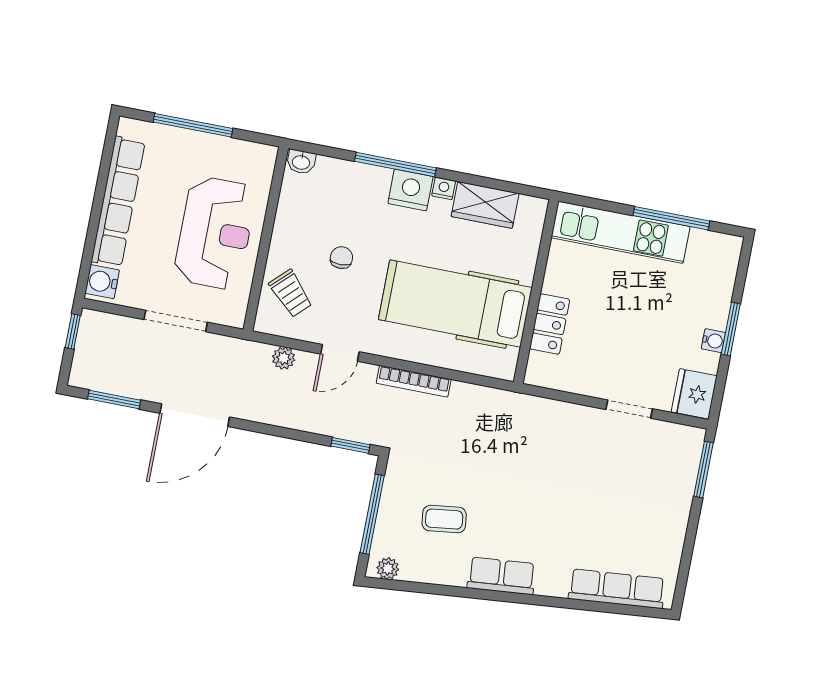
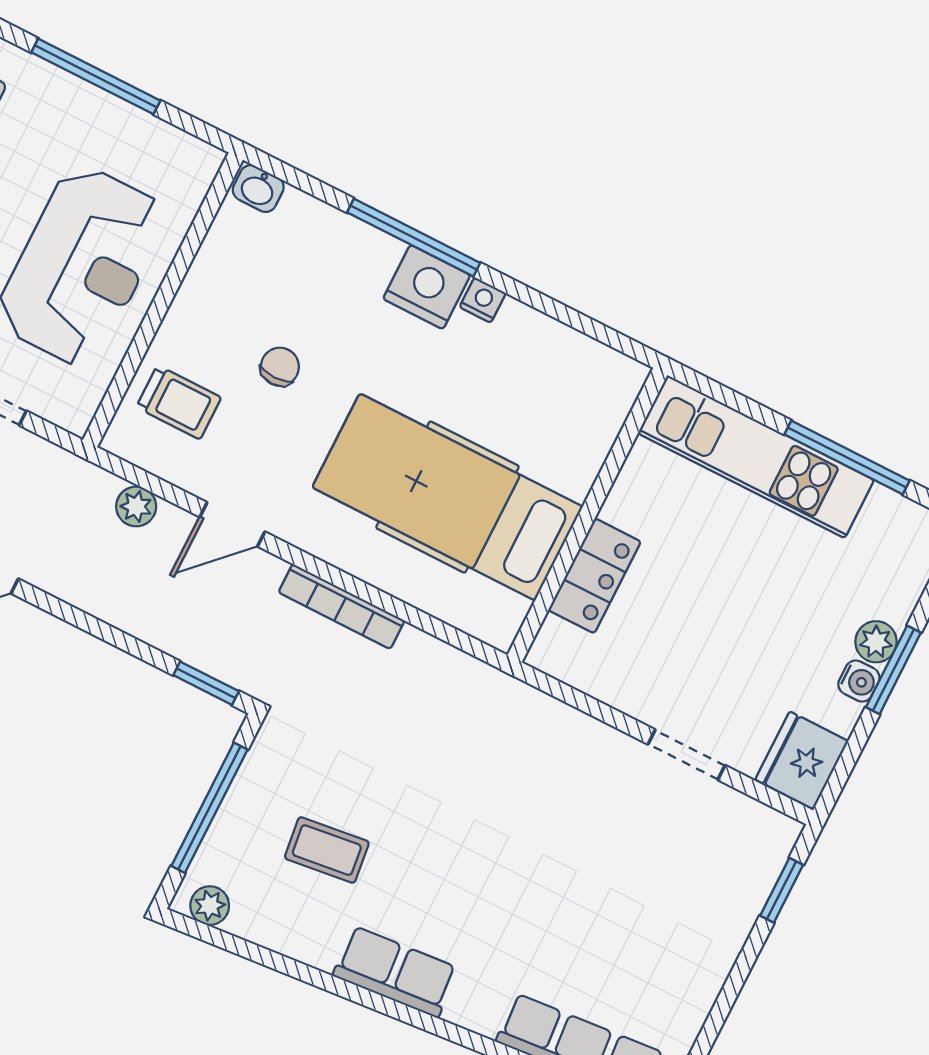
wardrobe: (485, 205) -> (544, 347), removed
trolley: (291, 293) -> (179, 402), turned -46
plant: (717, 316) -> (876, 642), added
window: (704, 469) -> (782, 890), width x0.67

